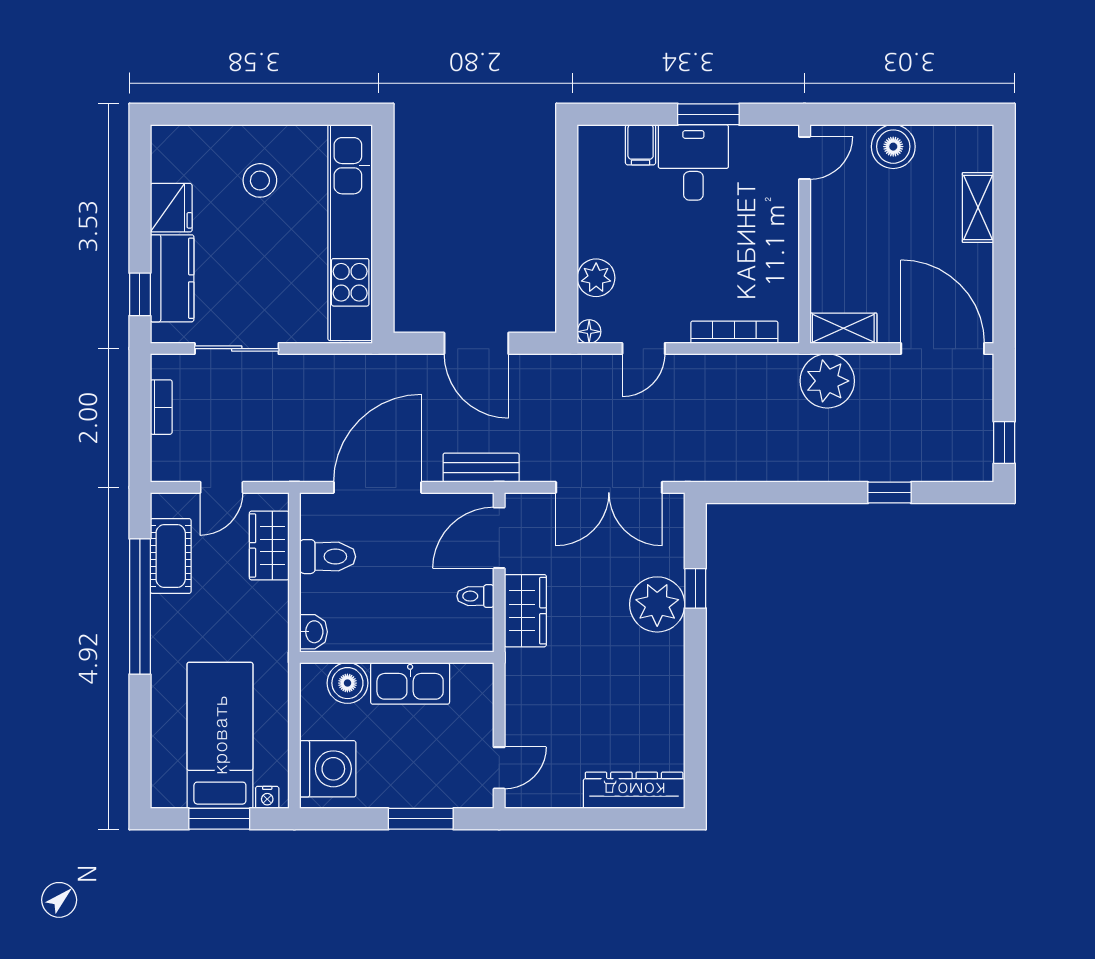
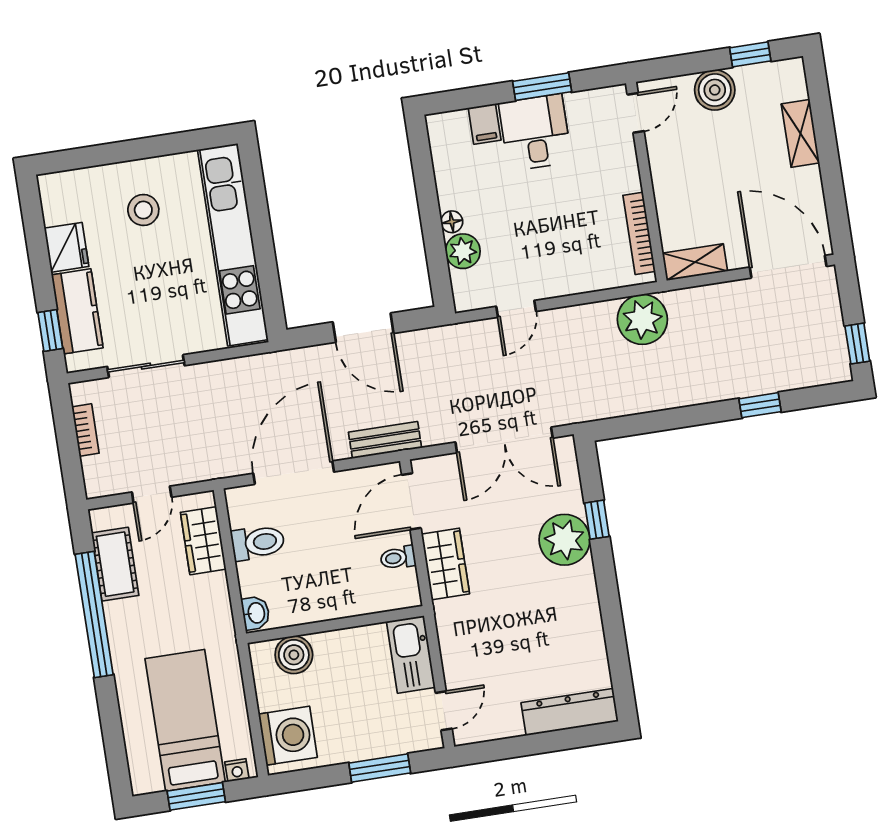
window: (937, 114) -> (750, 54), added
floor lamp: (589, 332) -> (452, 222), moved
bookcase: (734, 332) -> (639, 233), moved, turned -90
plant: (827, 381) -> (642, 319), moved
kitchen sink: (410, 683) -> (411, 654), moved, turned 90

